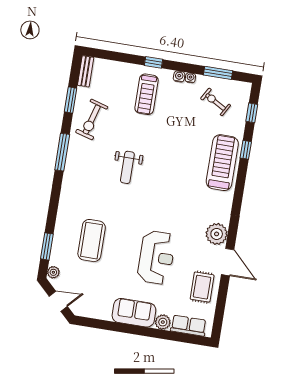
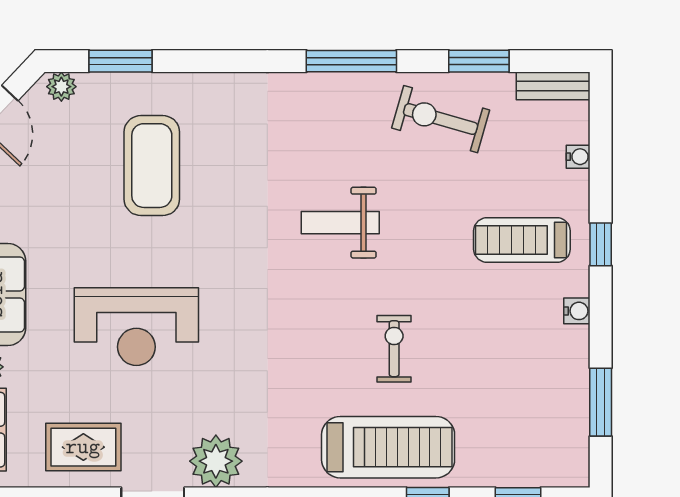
water cooler: (190, 78) -> (578, 157), moved
exercise bike: (216, 102) -> (394, 349), moved, turned -30
coffee table: (92, 241) -> (152, 166), turned 90

